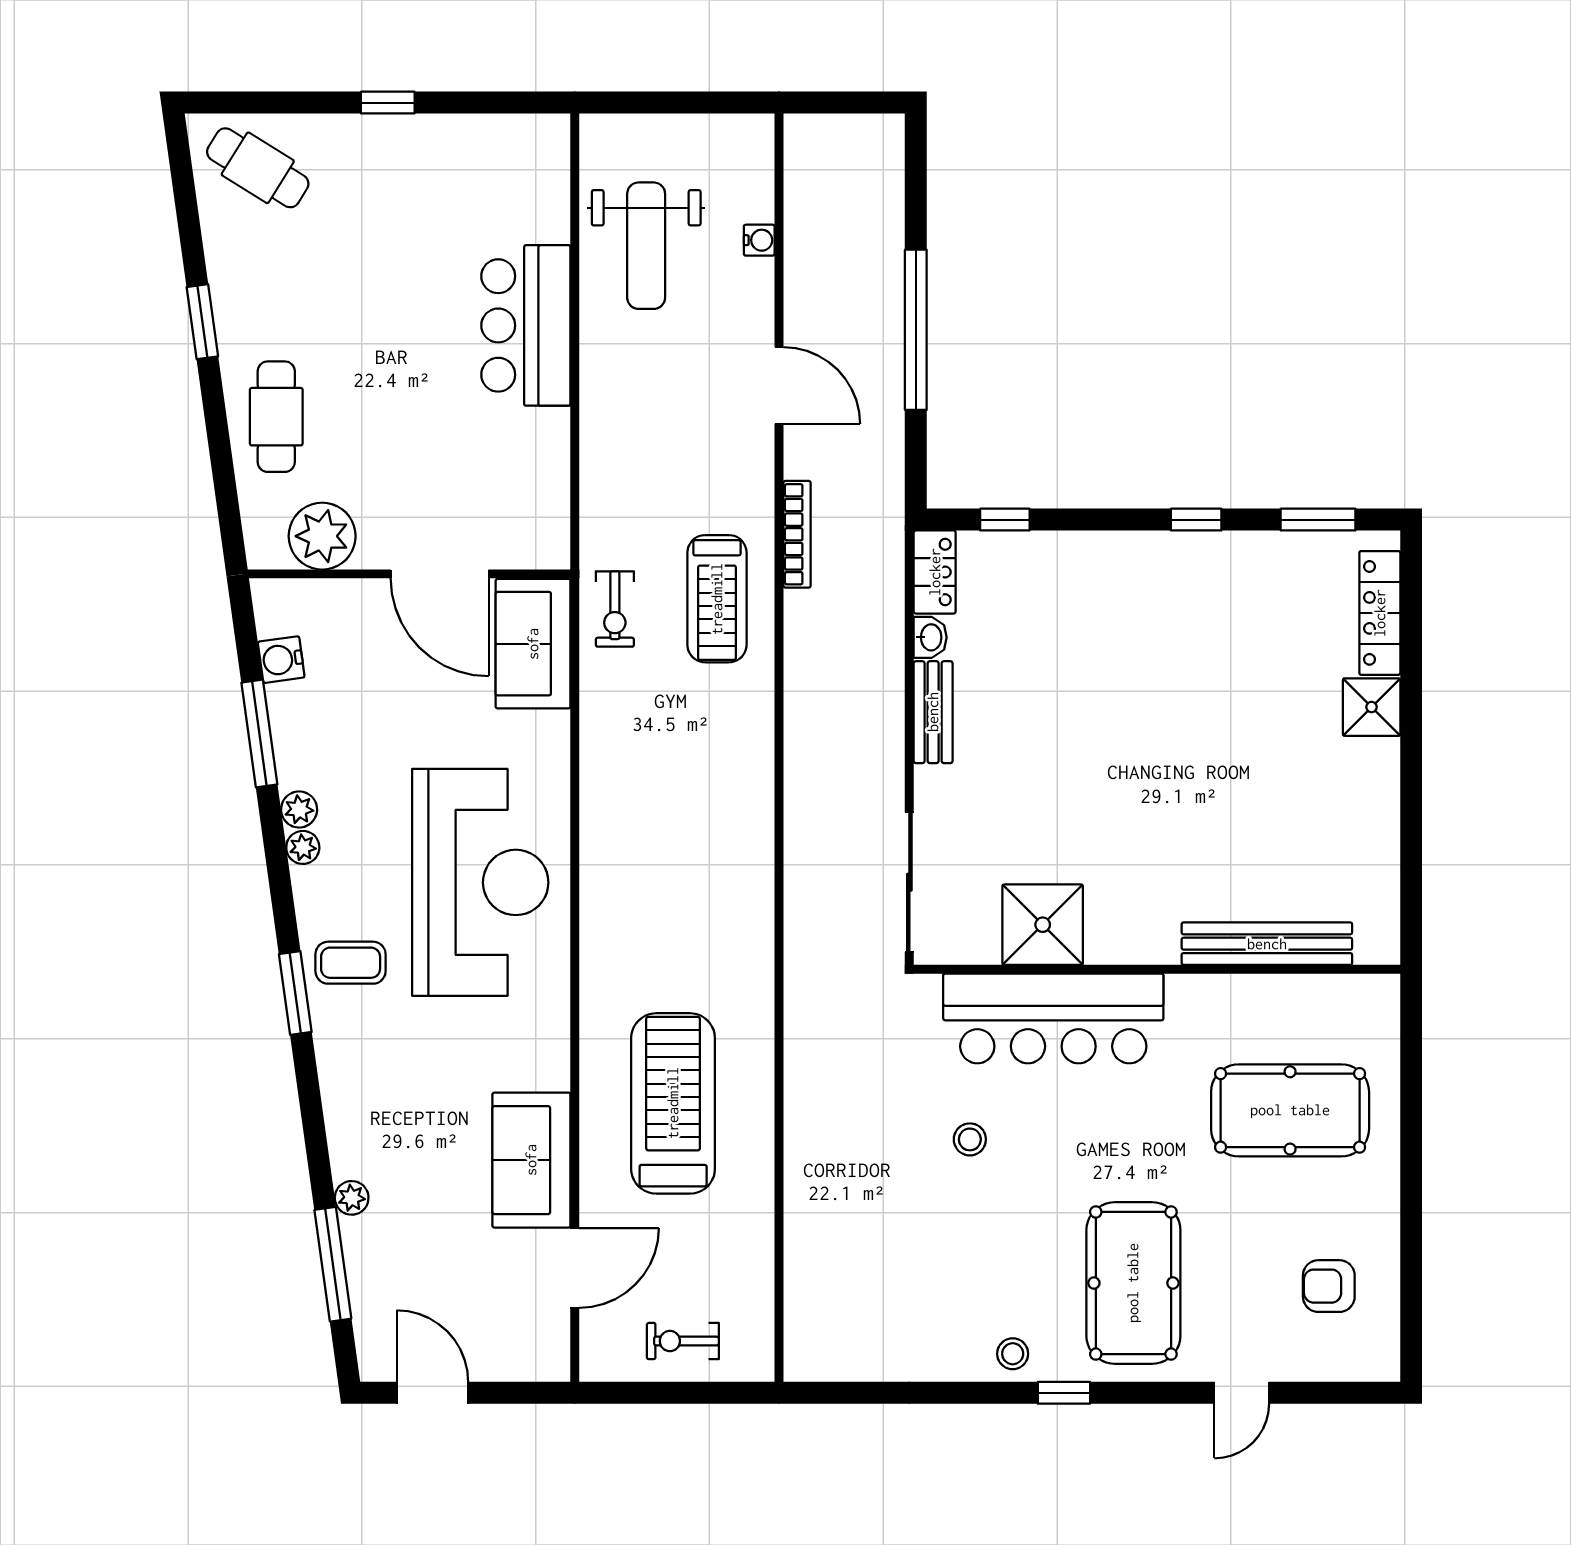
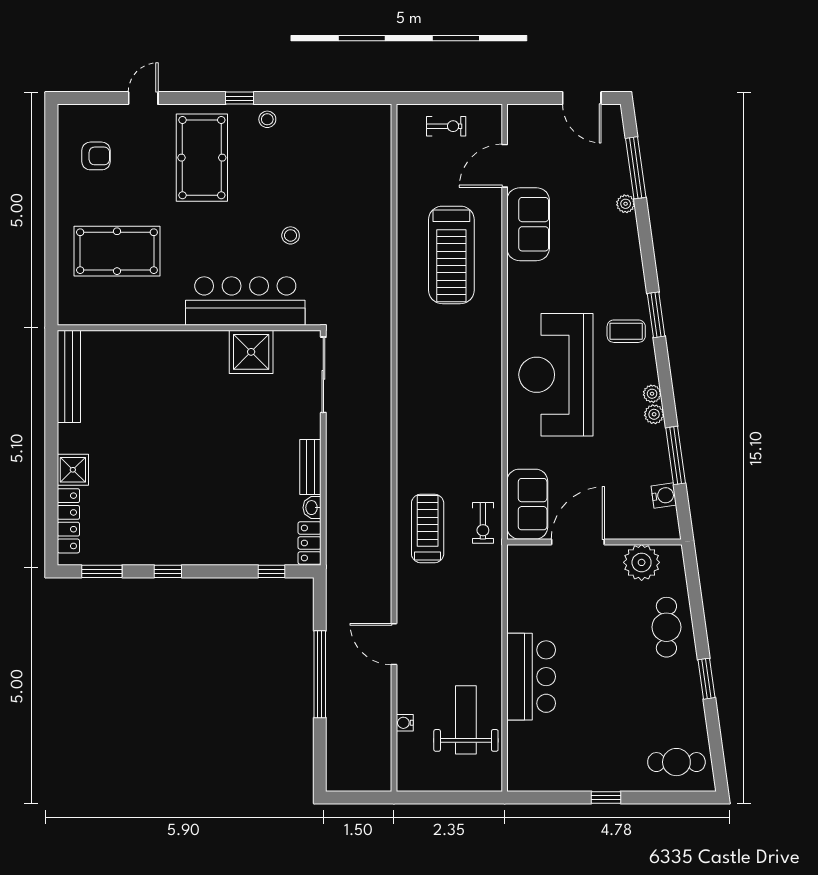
cafe table: (258, 168) -> (676, 762), turned -32
bookcase: (797, 534) -> (384, 563), removed
door: (440, 574) -> (578, 542), hinge flipped
exercise bike: (615, 609) -> (483, 523), turned 180
bench: (1267, 944) -> (69, 376), moved, turned 90

